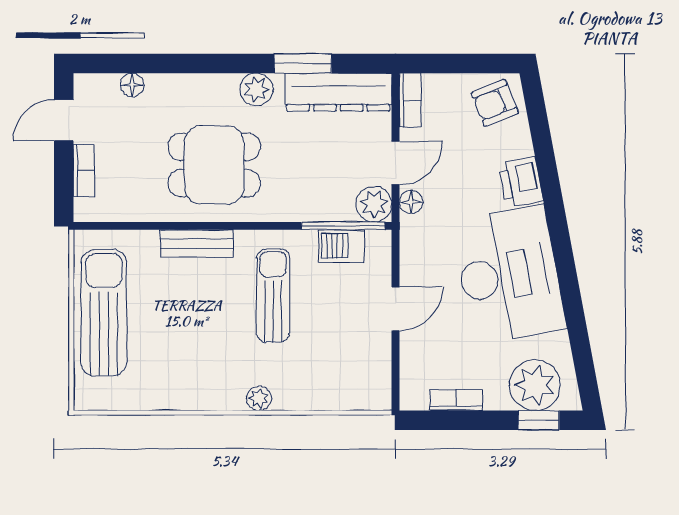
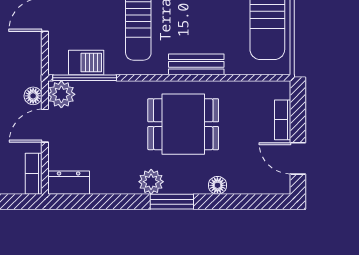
window: (303, 63) -> (172, 202), moved
floor lamp: (132, 85) -> (217, 185), moved
dresser: (338, 92) -> (69, 183), width x0.51, depth x0.80
door: (64, 120) -> (298, 158), swing flipped

